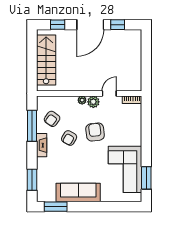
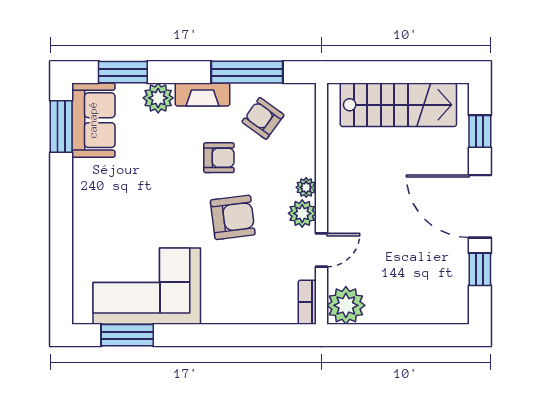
plant: (133, 83) -> (346, 305), added
door: (109, 93) -> (321, 250), hinge flipped
armchair: (69, 138) -> (219, 158), turned 150
plant: (43, 164) -> (158, 98), added
sofa: (78, 193) -> (93, 120), moved, width x0.73

